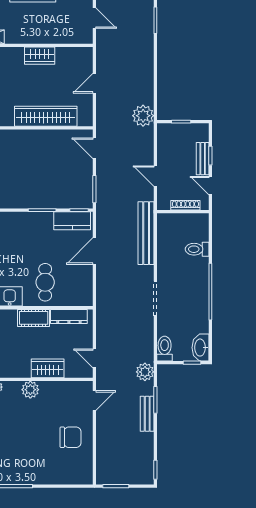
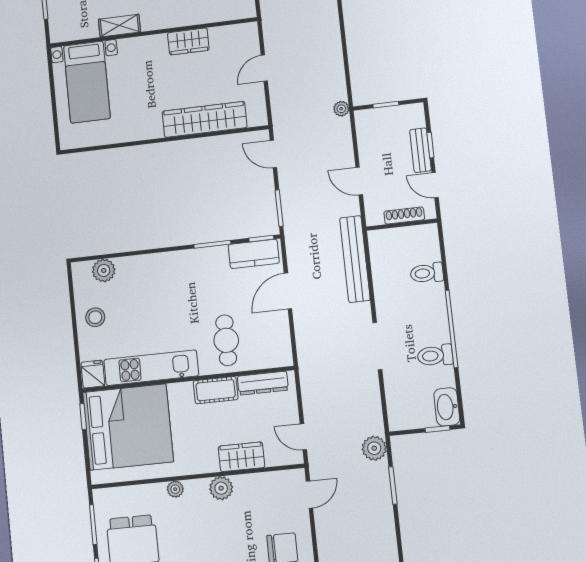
plant: (143, 116) -> (341, 109), width x0.53, depth x0.53
toilet: (165, 349) -> (435, 356), moved, turned -90
bench: (147, 414) -> (384, 506), removed

